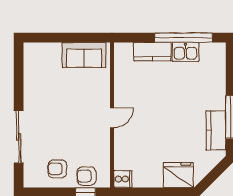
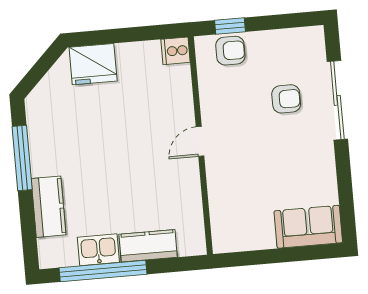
sofa: (84, 55) -> (308, 227), moved
kitchen counter: (216, 130) -> (49, 207), moved
armchair: (57, 169) -> (286, 99), moved

